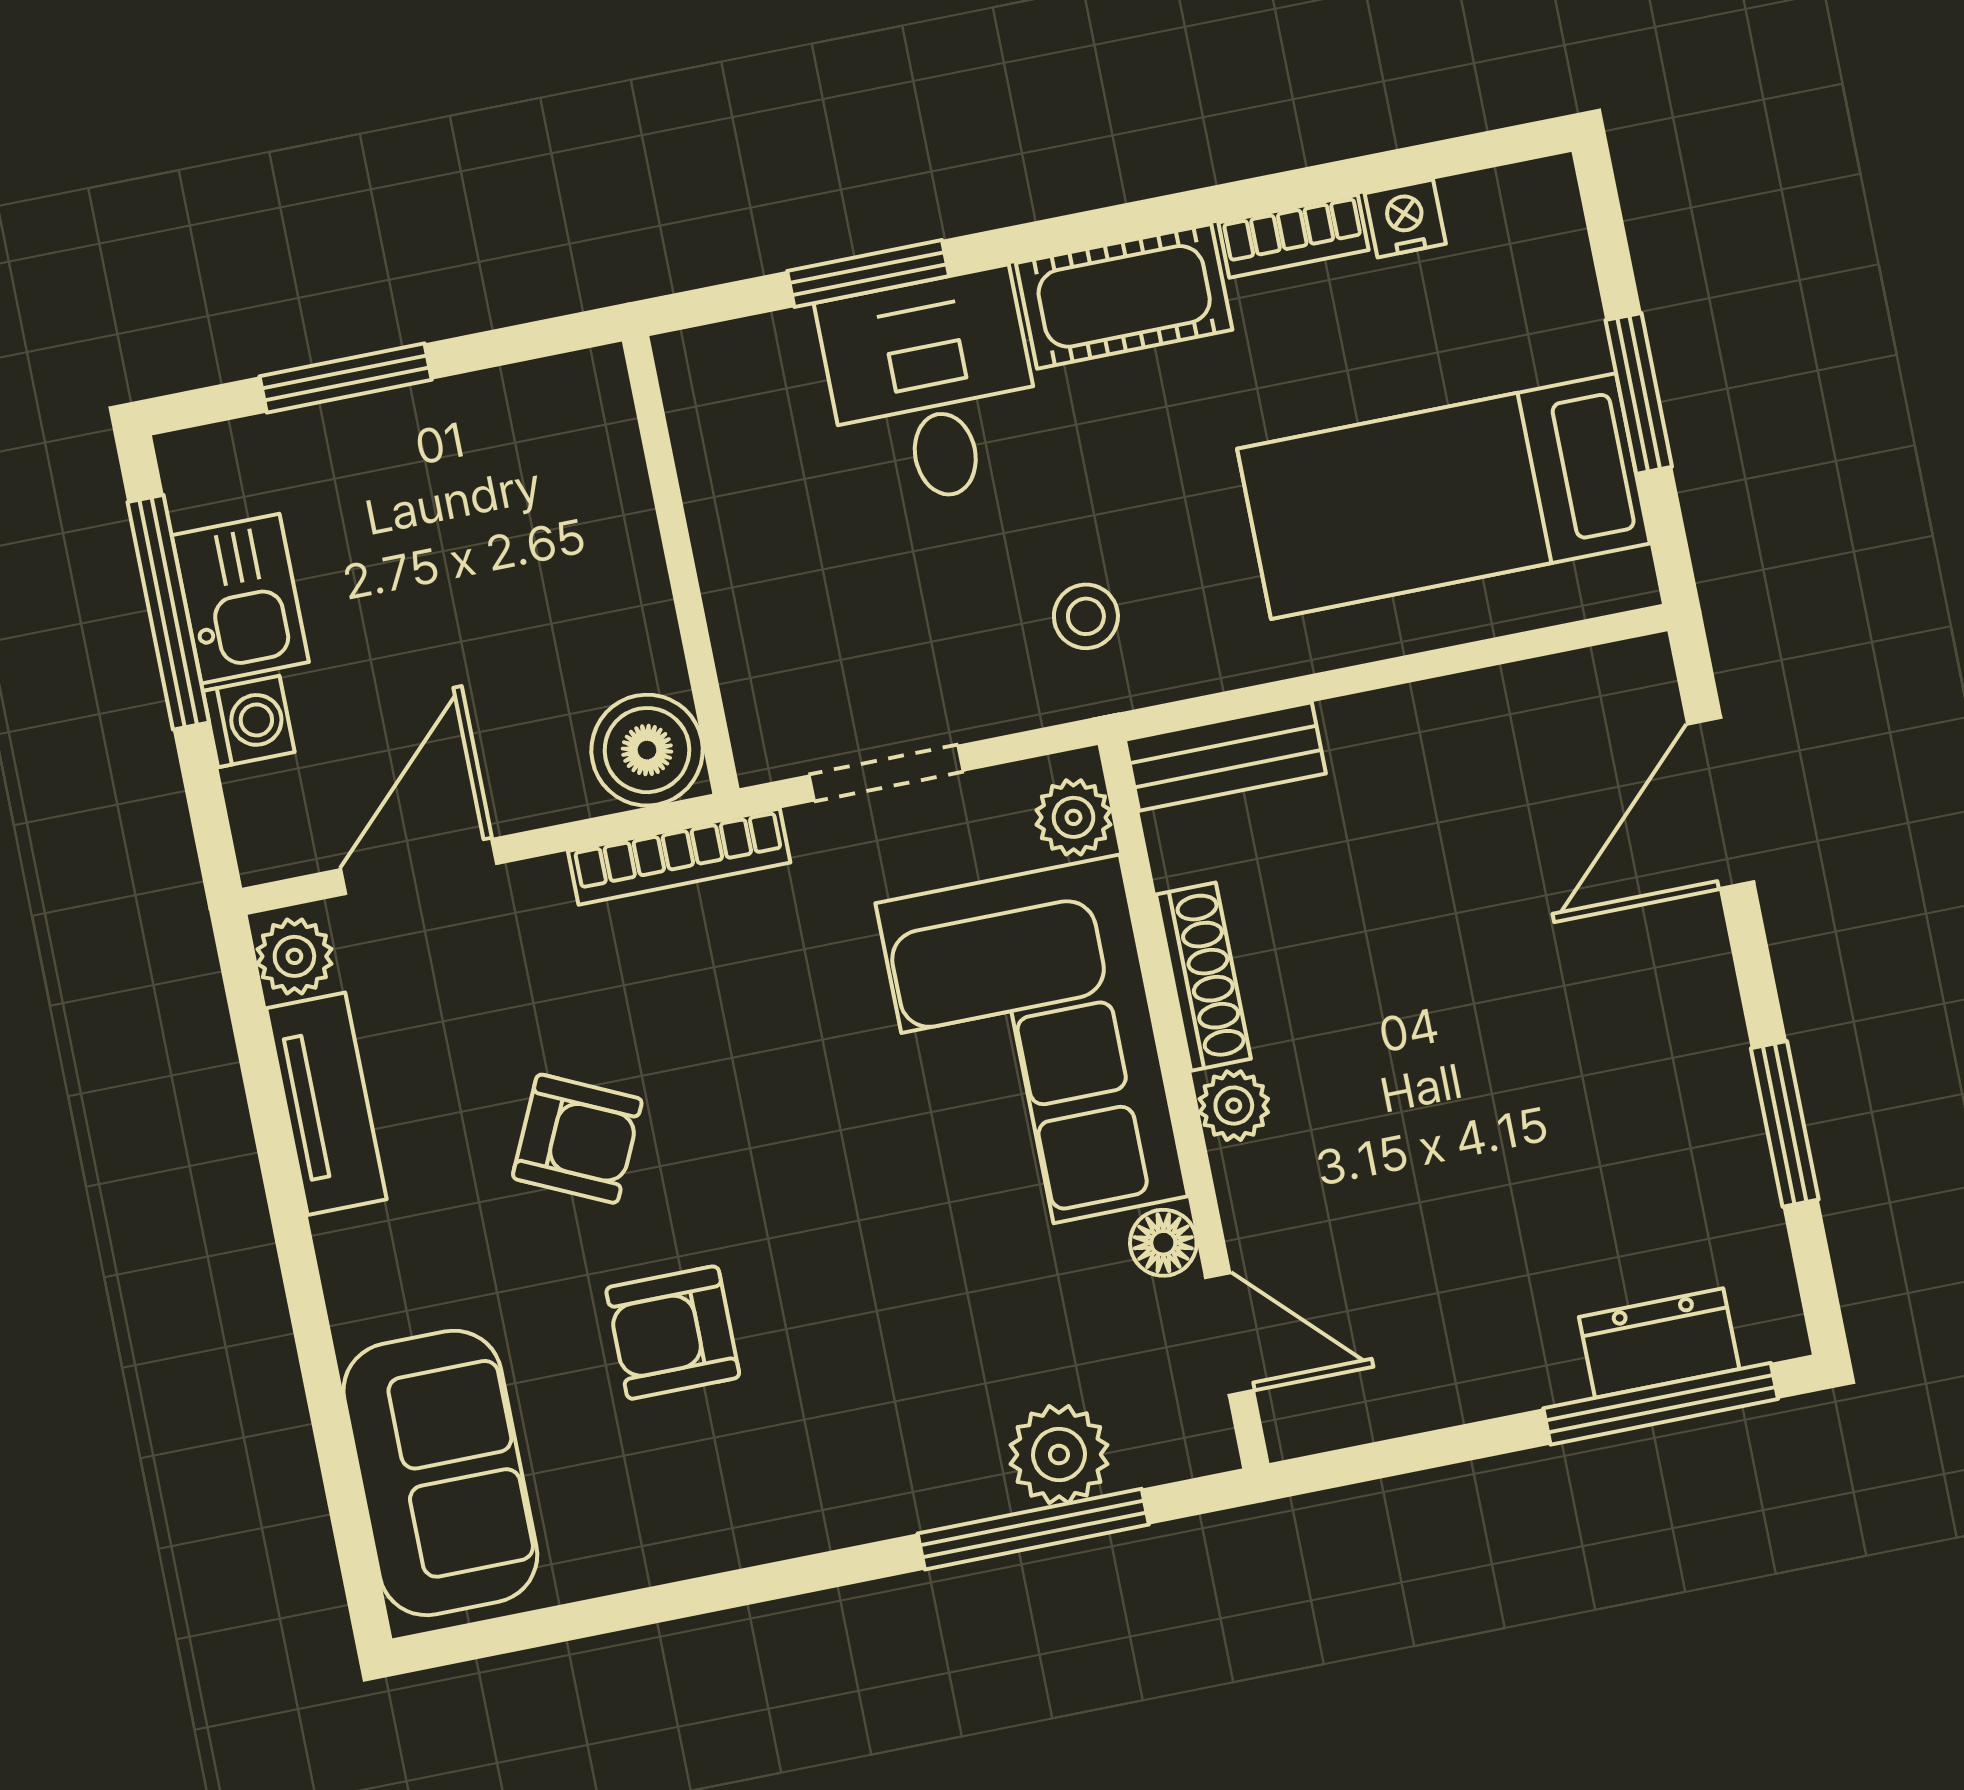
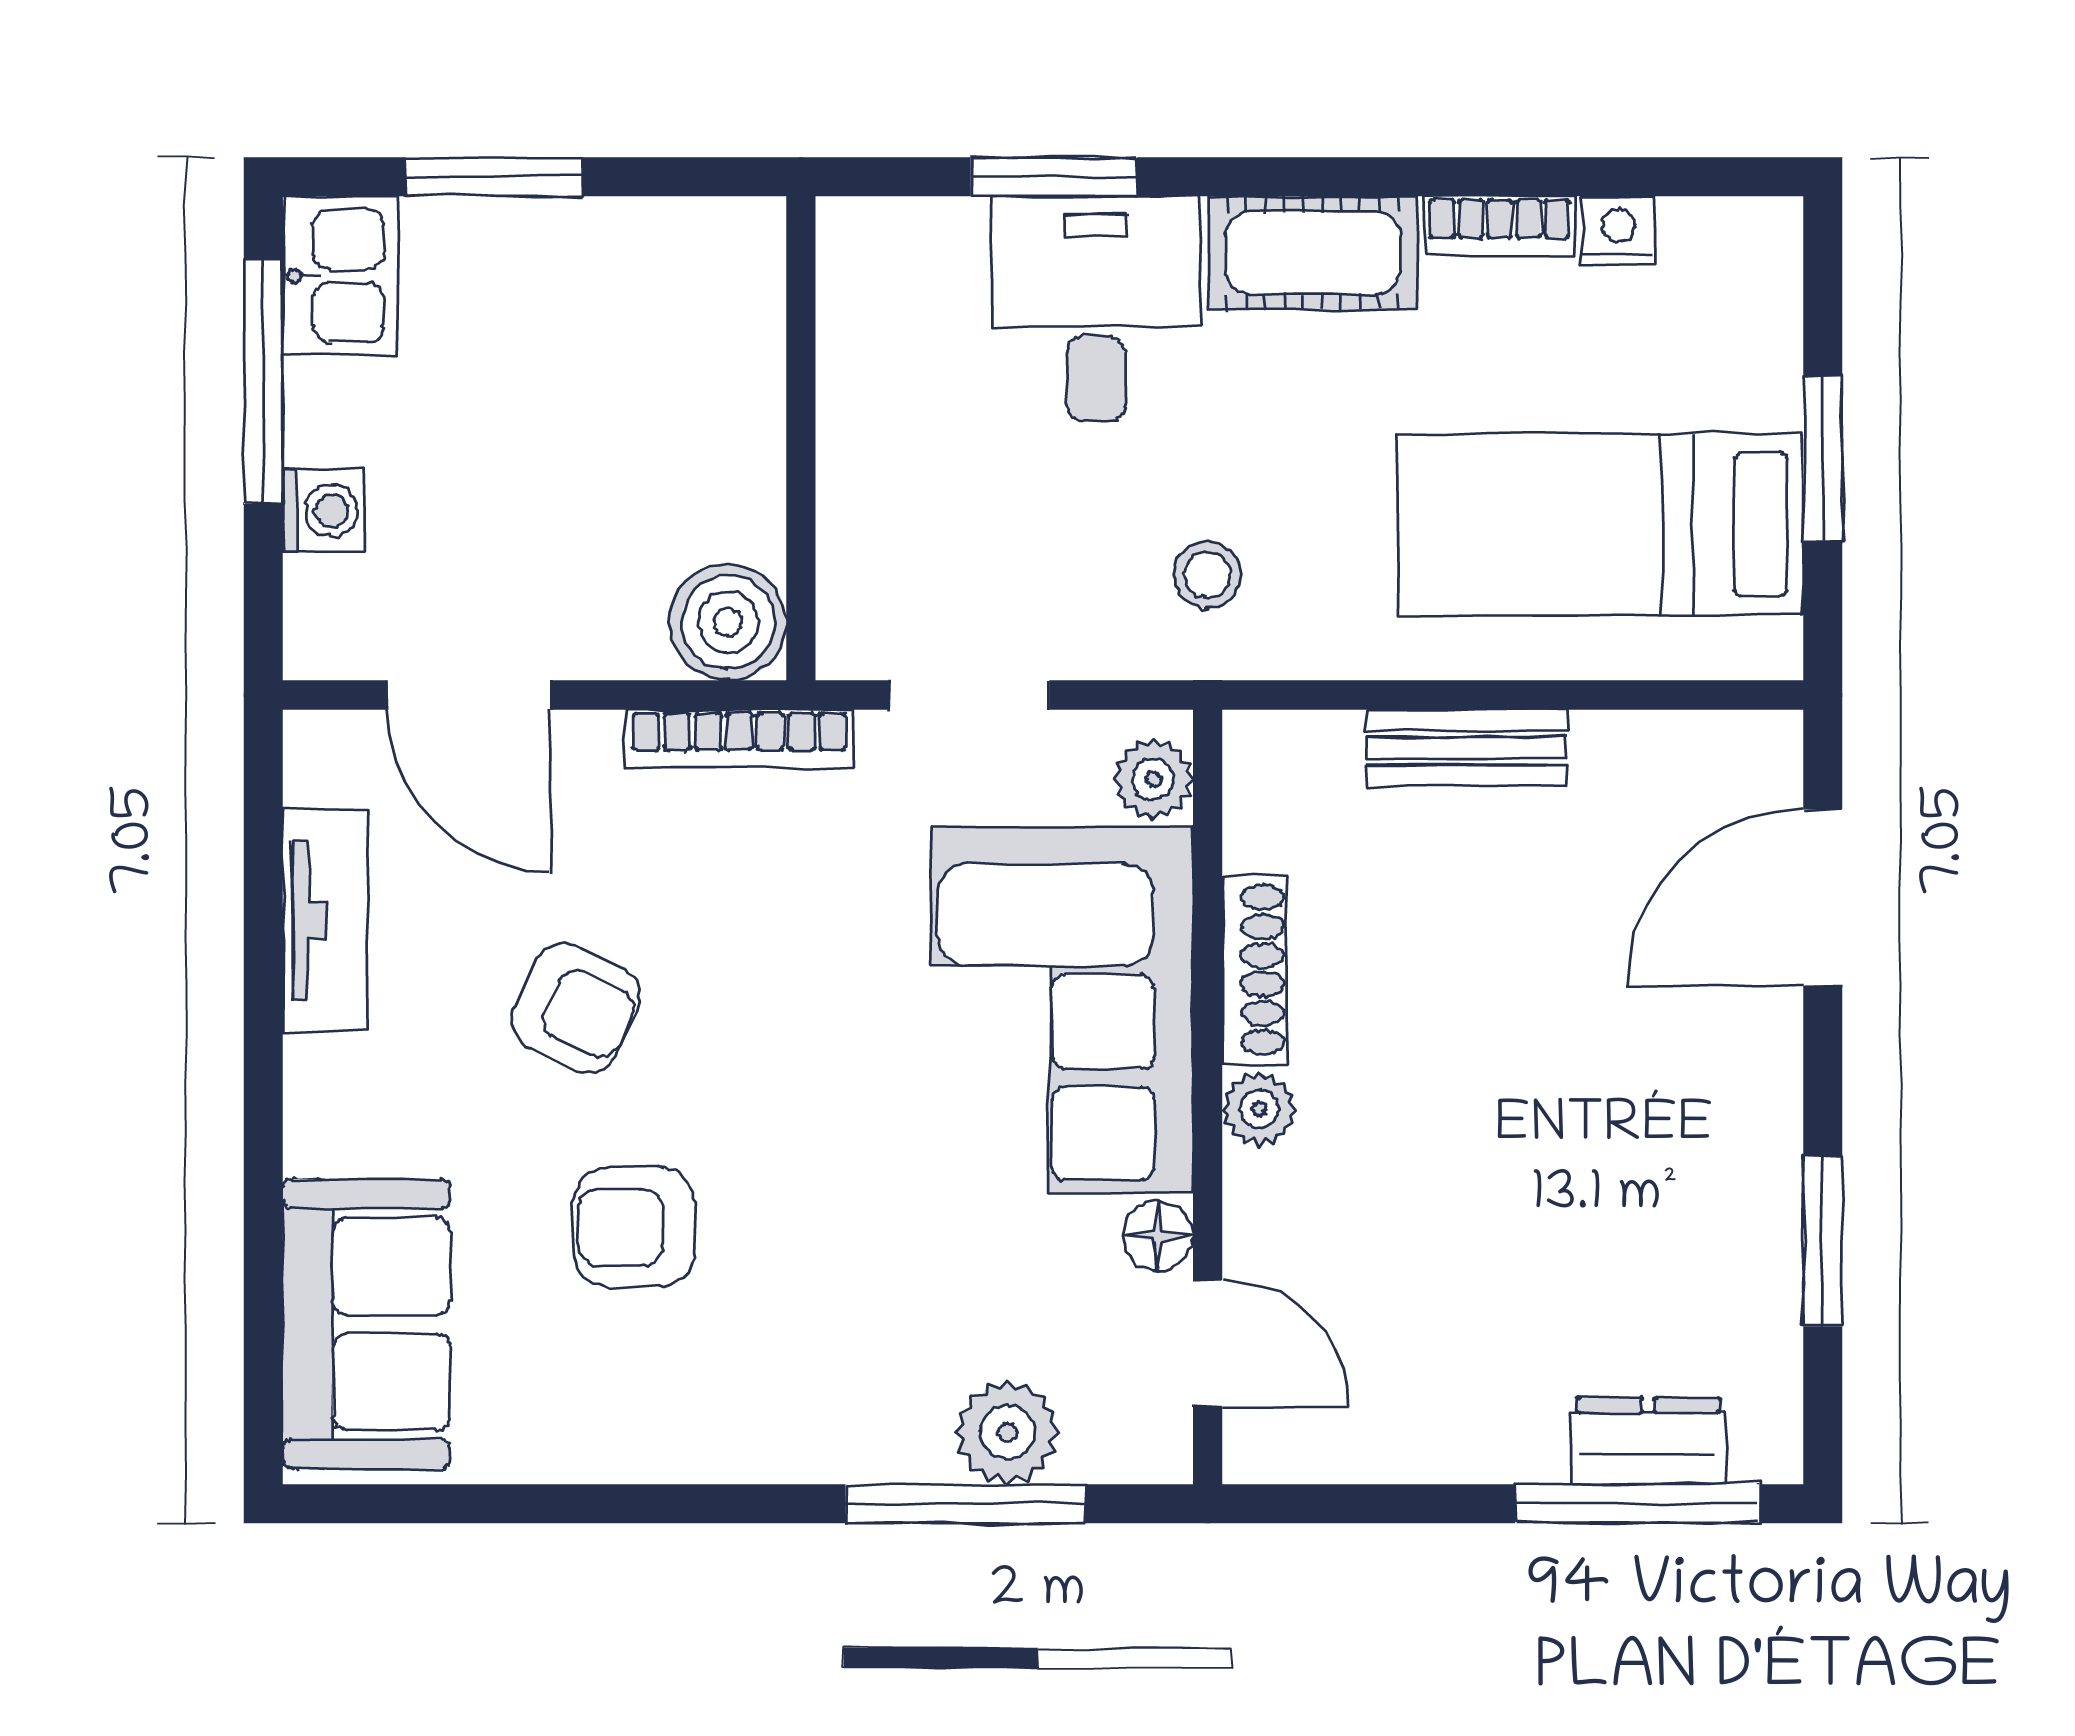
kitchen sink: (240, 599) -> (340, 276), moved
bench: (1225, 757) -> (1467, 748), moved
door: (419, 867) -> (469, 695), swing flipped
plant: (294, 956) -> (322, 762), removed

